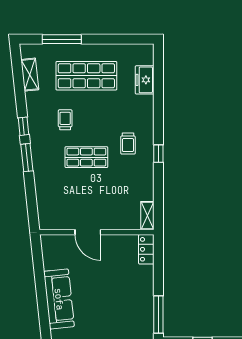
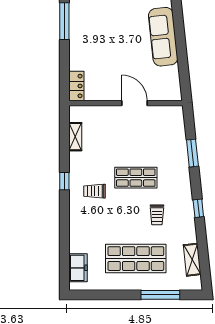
freezer: (145, 80) -> (78, 268), moved
trolley: (128, 144) -> (94, 191), turned -90
window: (27, 158) -> (192, 153), moved
shelving: (147, 216) -> (75, 137), moved

